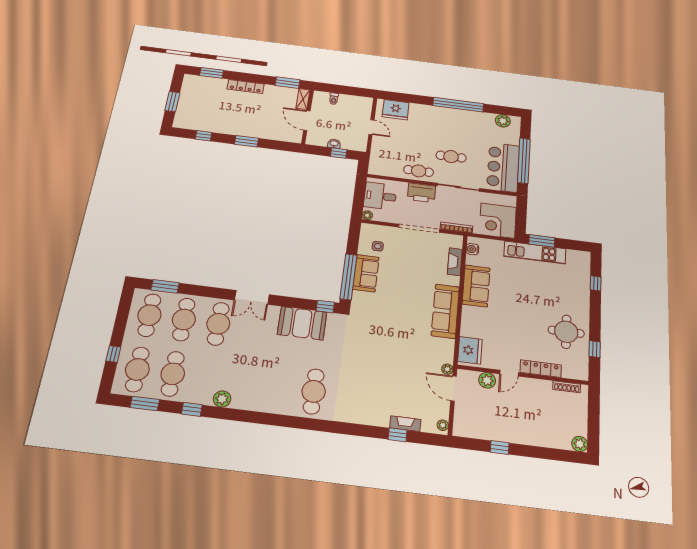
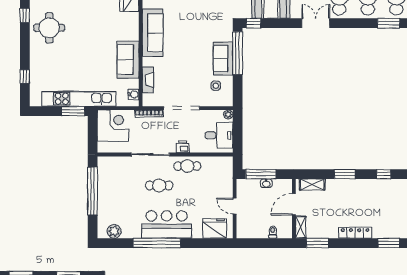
door: (307, 121) -> (294, 204), swing flipped
shelving: (284, 136) -> (312, 185), added
window: (339, 153) -> (261, 174), width x2.17
bar counter: (503, 167) -> (167, 224), moved, turned -90
printer: (421, 193) -> (183, 147), width x0.53, depth x0.68
kitchen unit: (535, 253) -> (79, 99), width x1.36

